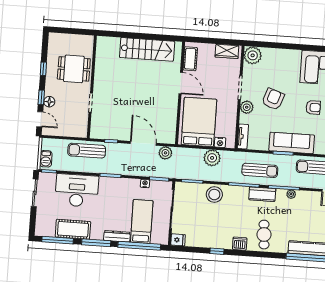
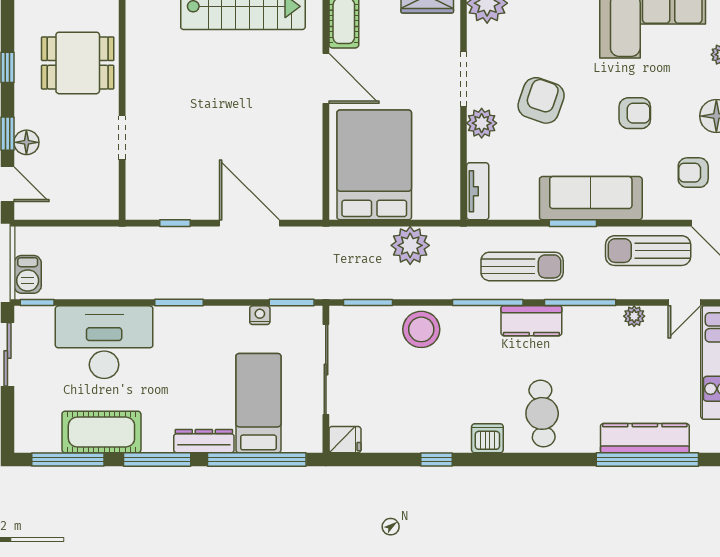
nightstand: (220, 142) -> (426, 208), removed
sun lounger: (87, 151) -> (120, 249), removed
plant: (165, 153) -> (302, 241), removed
plant: (291, 194) -> (634, 316), moved

